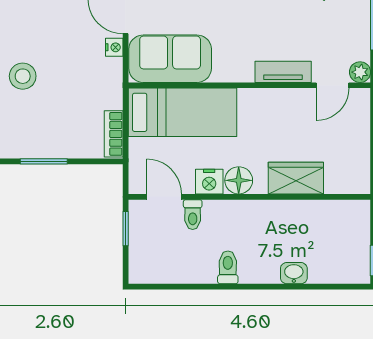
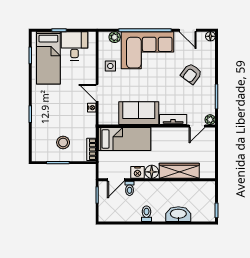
sofa: (170, 59) -> (139, 113), moved
stool: (23, 76) -> (63, 142), moved
wardrobe: (296, 178) -> (179, 171), width x1.50
door: (164, 197) -> (116, 180), swing flipped
washbasin: (294, 273) -> (178, 214), width x1.91, depth x1.45

